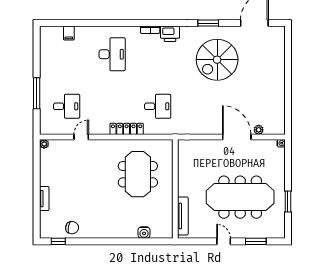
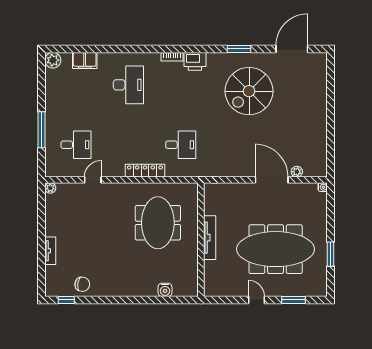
plant: (46, 33) -> (53, 60), added
filing cabinet: (69, 33) -> (85, 60), width x2.00
tv unit: (183, 216) -> (210, 238), moved

